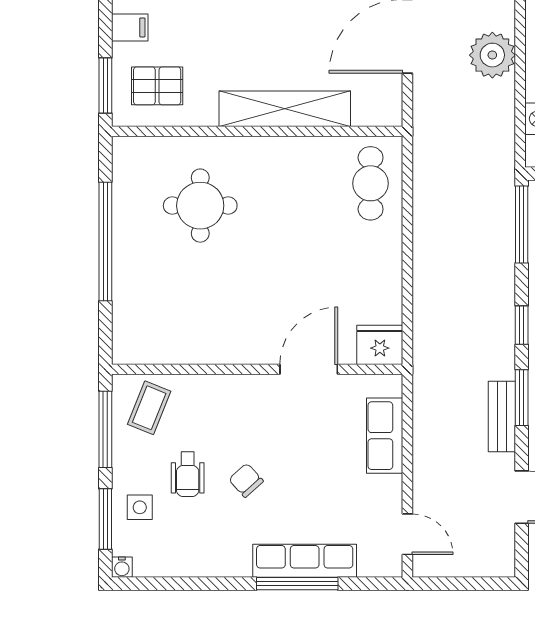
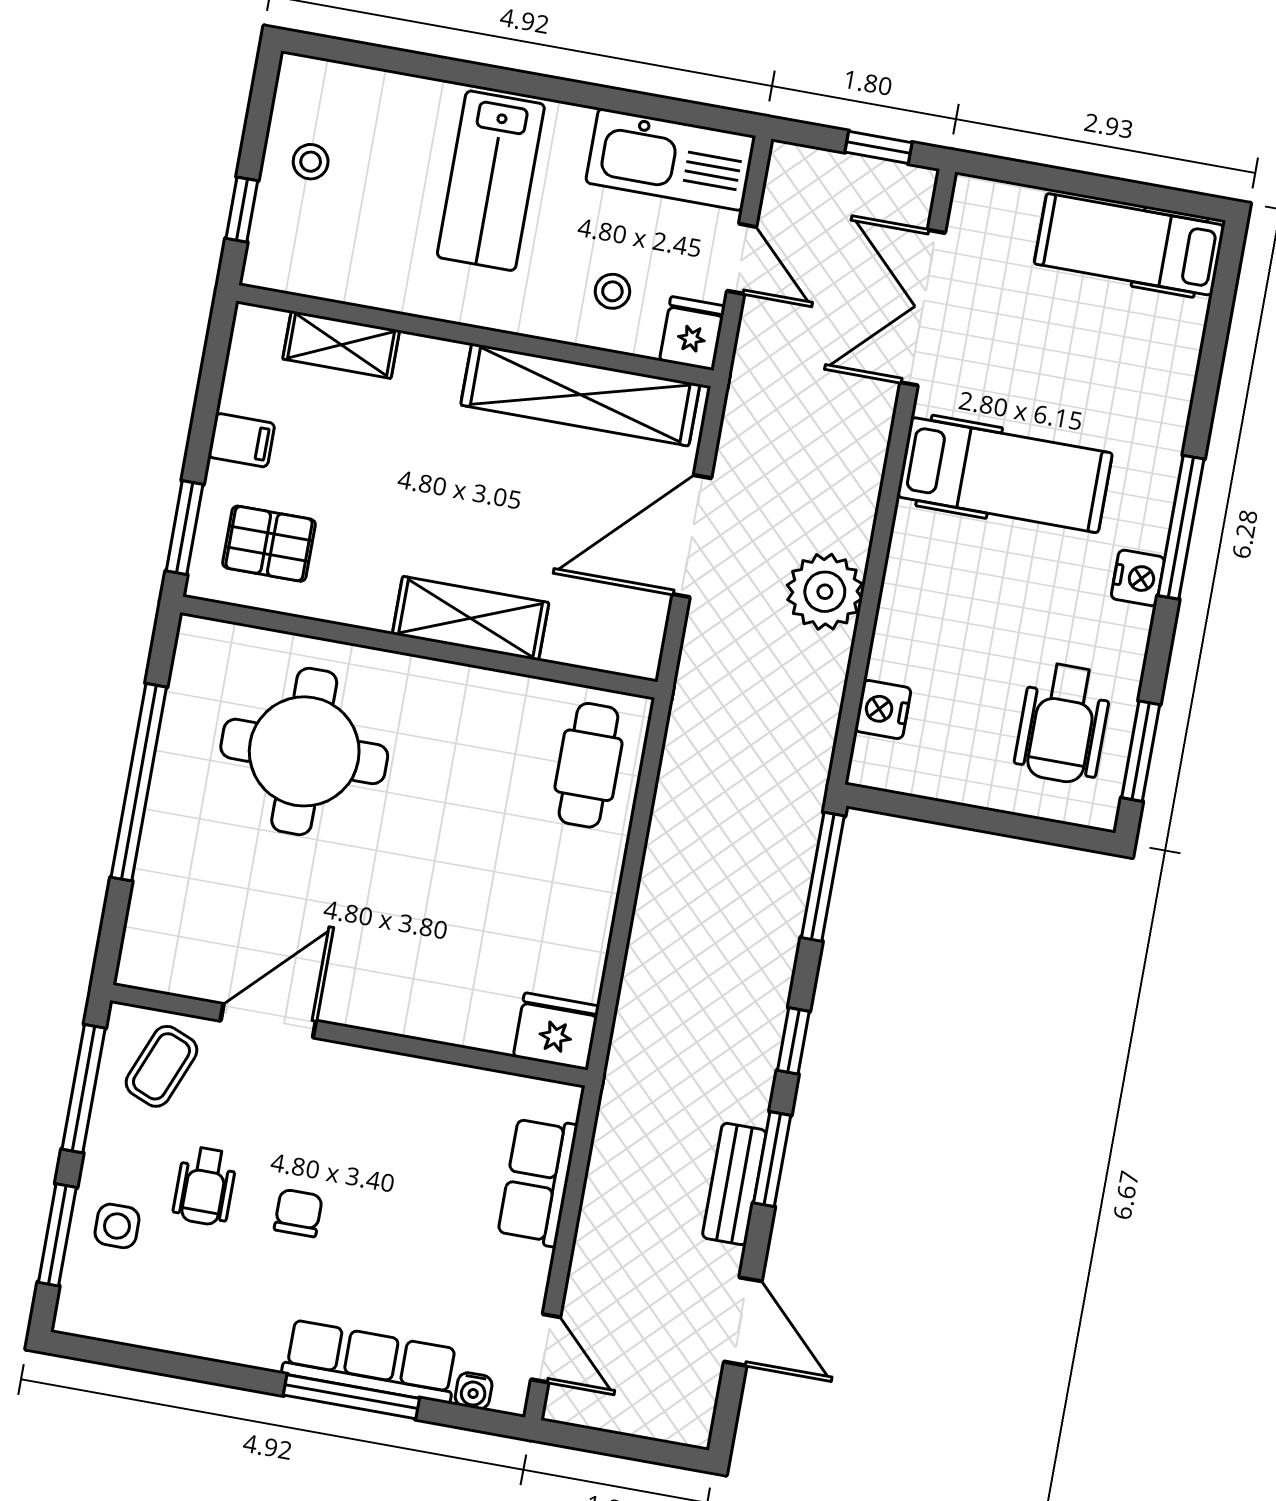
shelving: (285, 109) -> (471, 618), width x0.68
round table: (200, 206) -> (304, 751), width x1.36, depth x1.36
door: (309, 369) -> (268, 1021), moved
chair: (246, 480) -> (298, 1213), turned 42
water cooler: (122, 567) -> (474, 1391), moved

